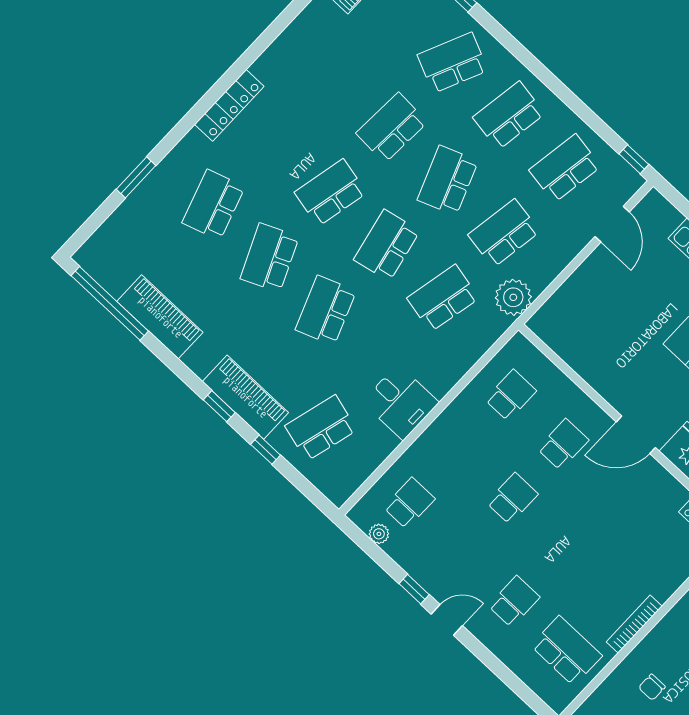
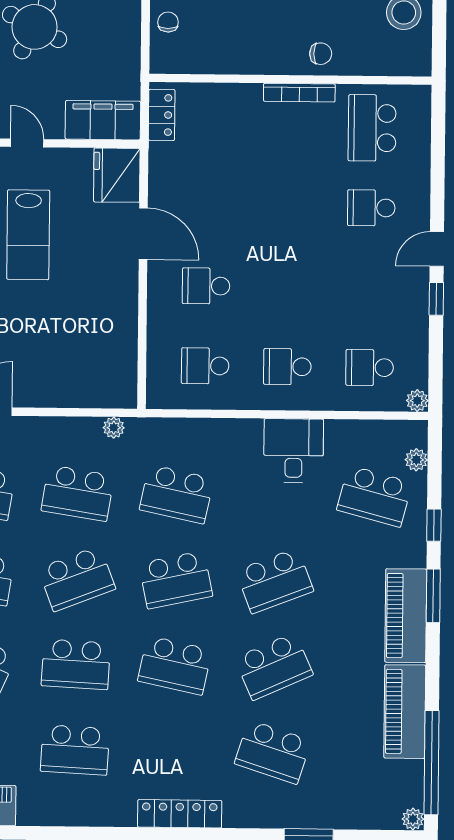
school desk: (335, 75) -> (75, 750), added
school desk: (213, 205) -> (273, 752), turned 36
plant: (84, 257) -> (413, 819), added
plant: (513, 297) -> (114, 428), width x0.53, depth x0.53
piano: (245, 397) -> (406, 616), moved
window: (219, 406) -> (433, 596), width x1.50
plant: (320, 478) -> (416, 460), added
school desk: (512, 498) -> (287, 367), moved
plant: (379, 534) -> (417, 401), moved
door: (447, 620) -> (437, 249), hinge flipped
chair: (652, 687) -> (321, 54), moved

